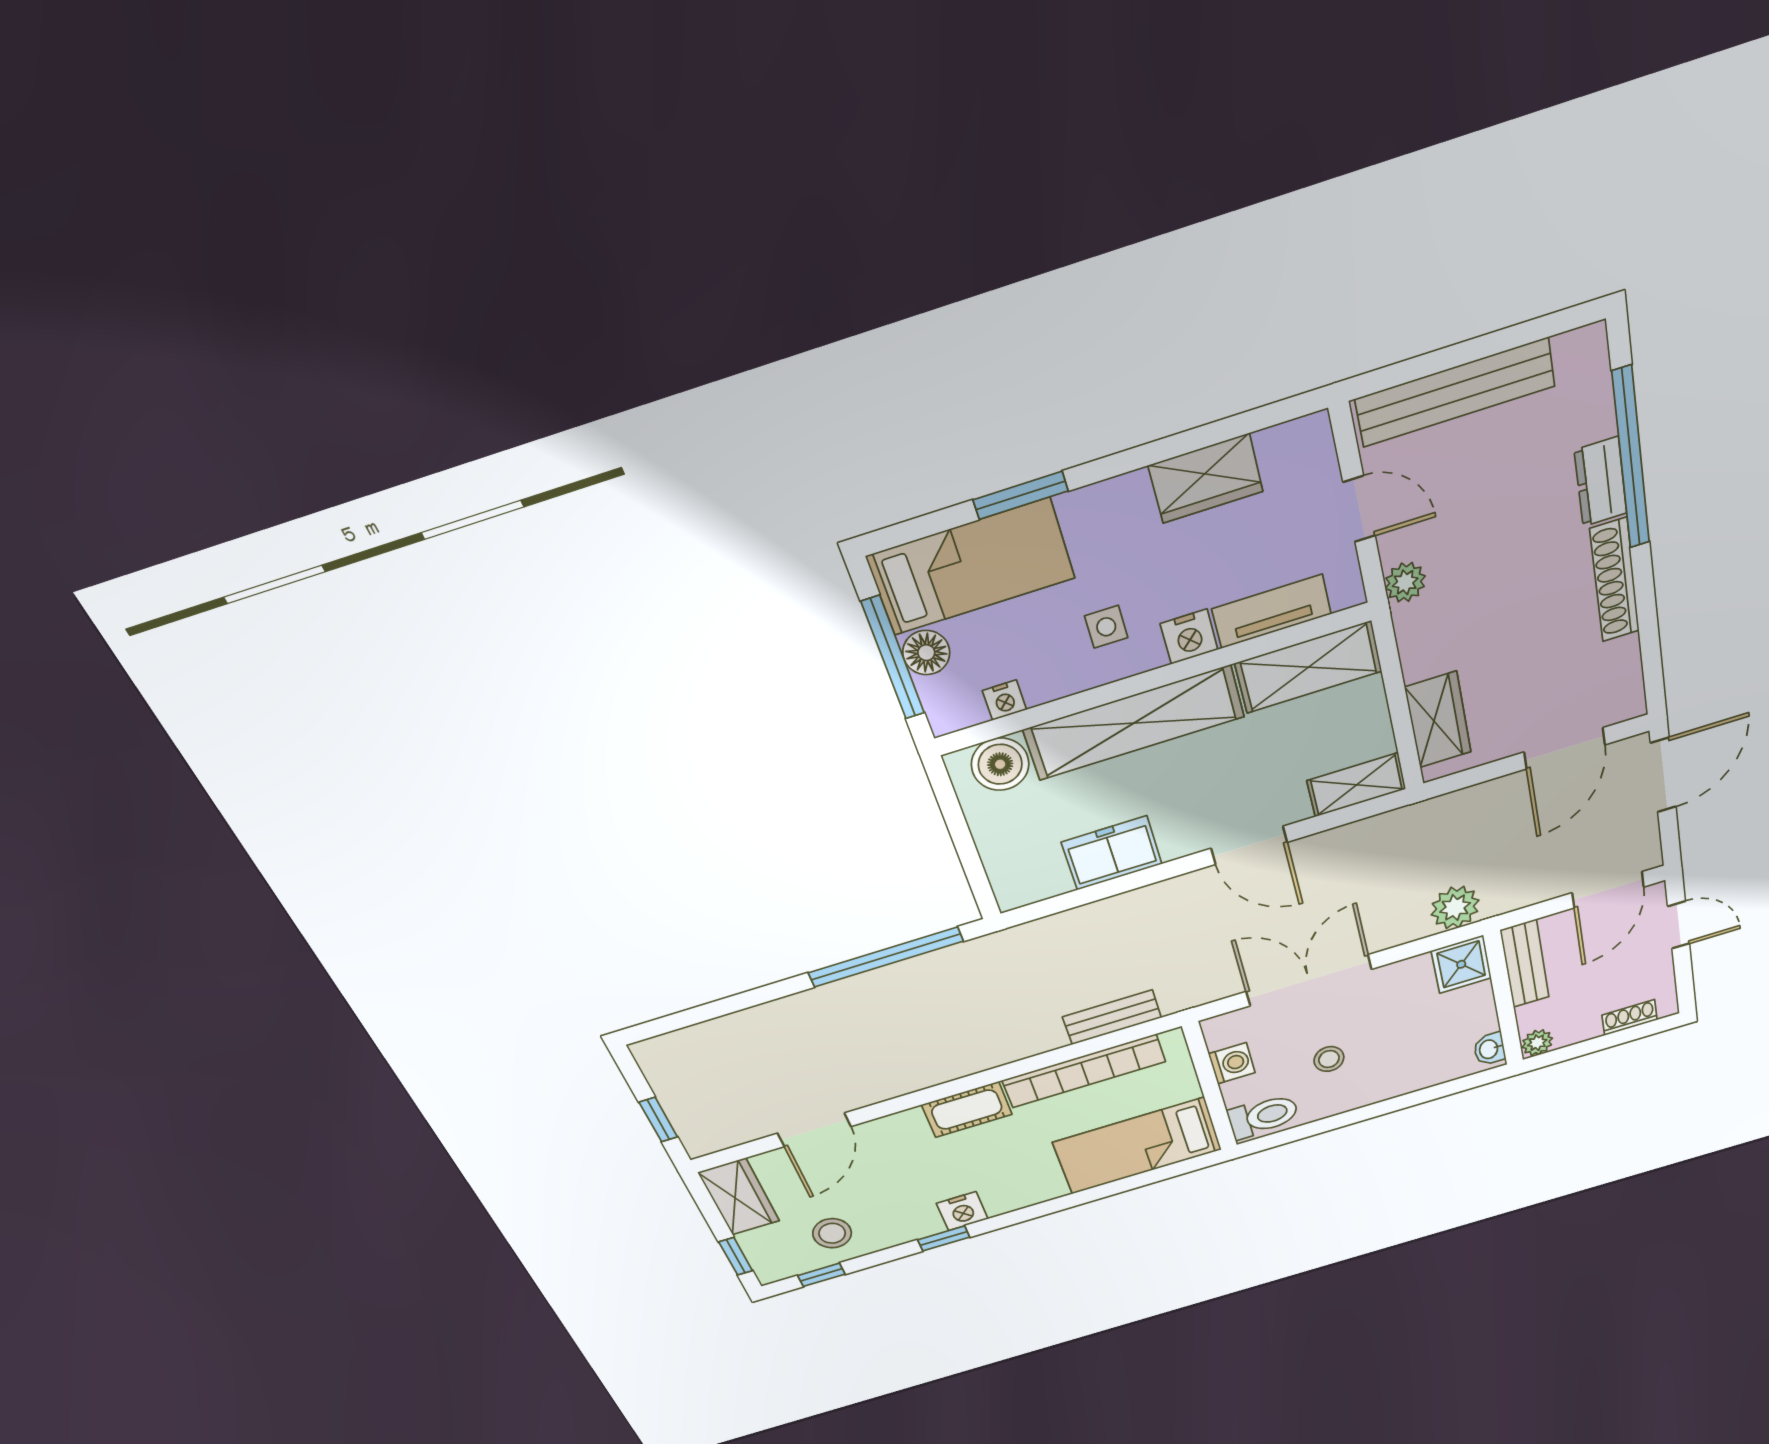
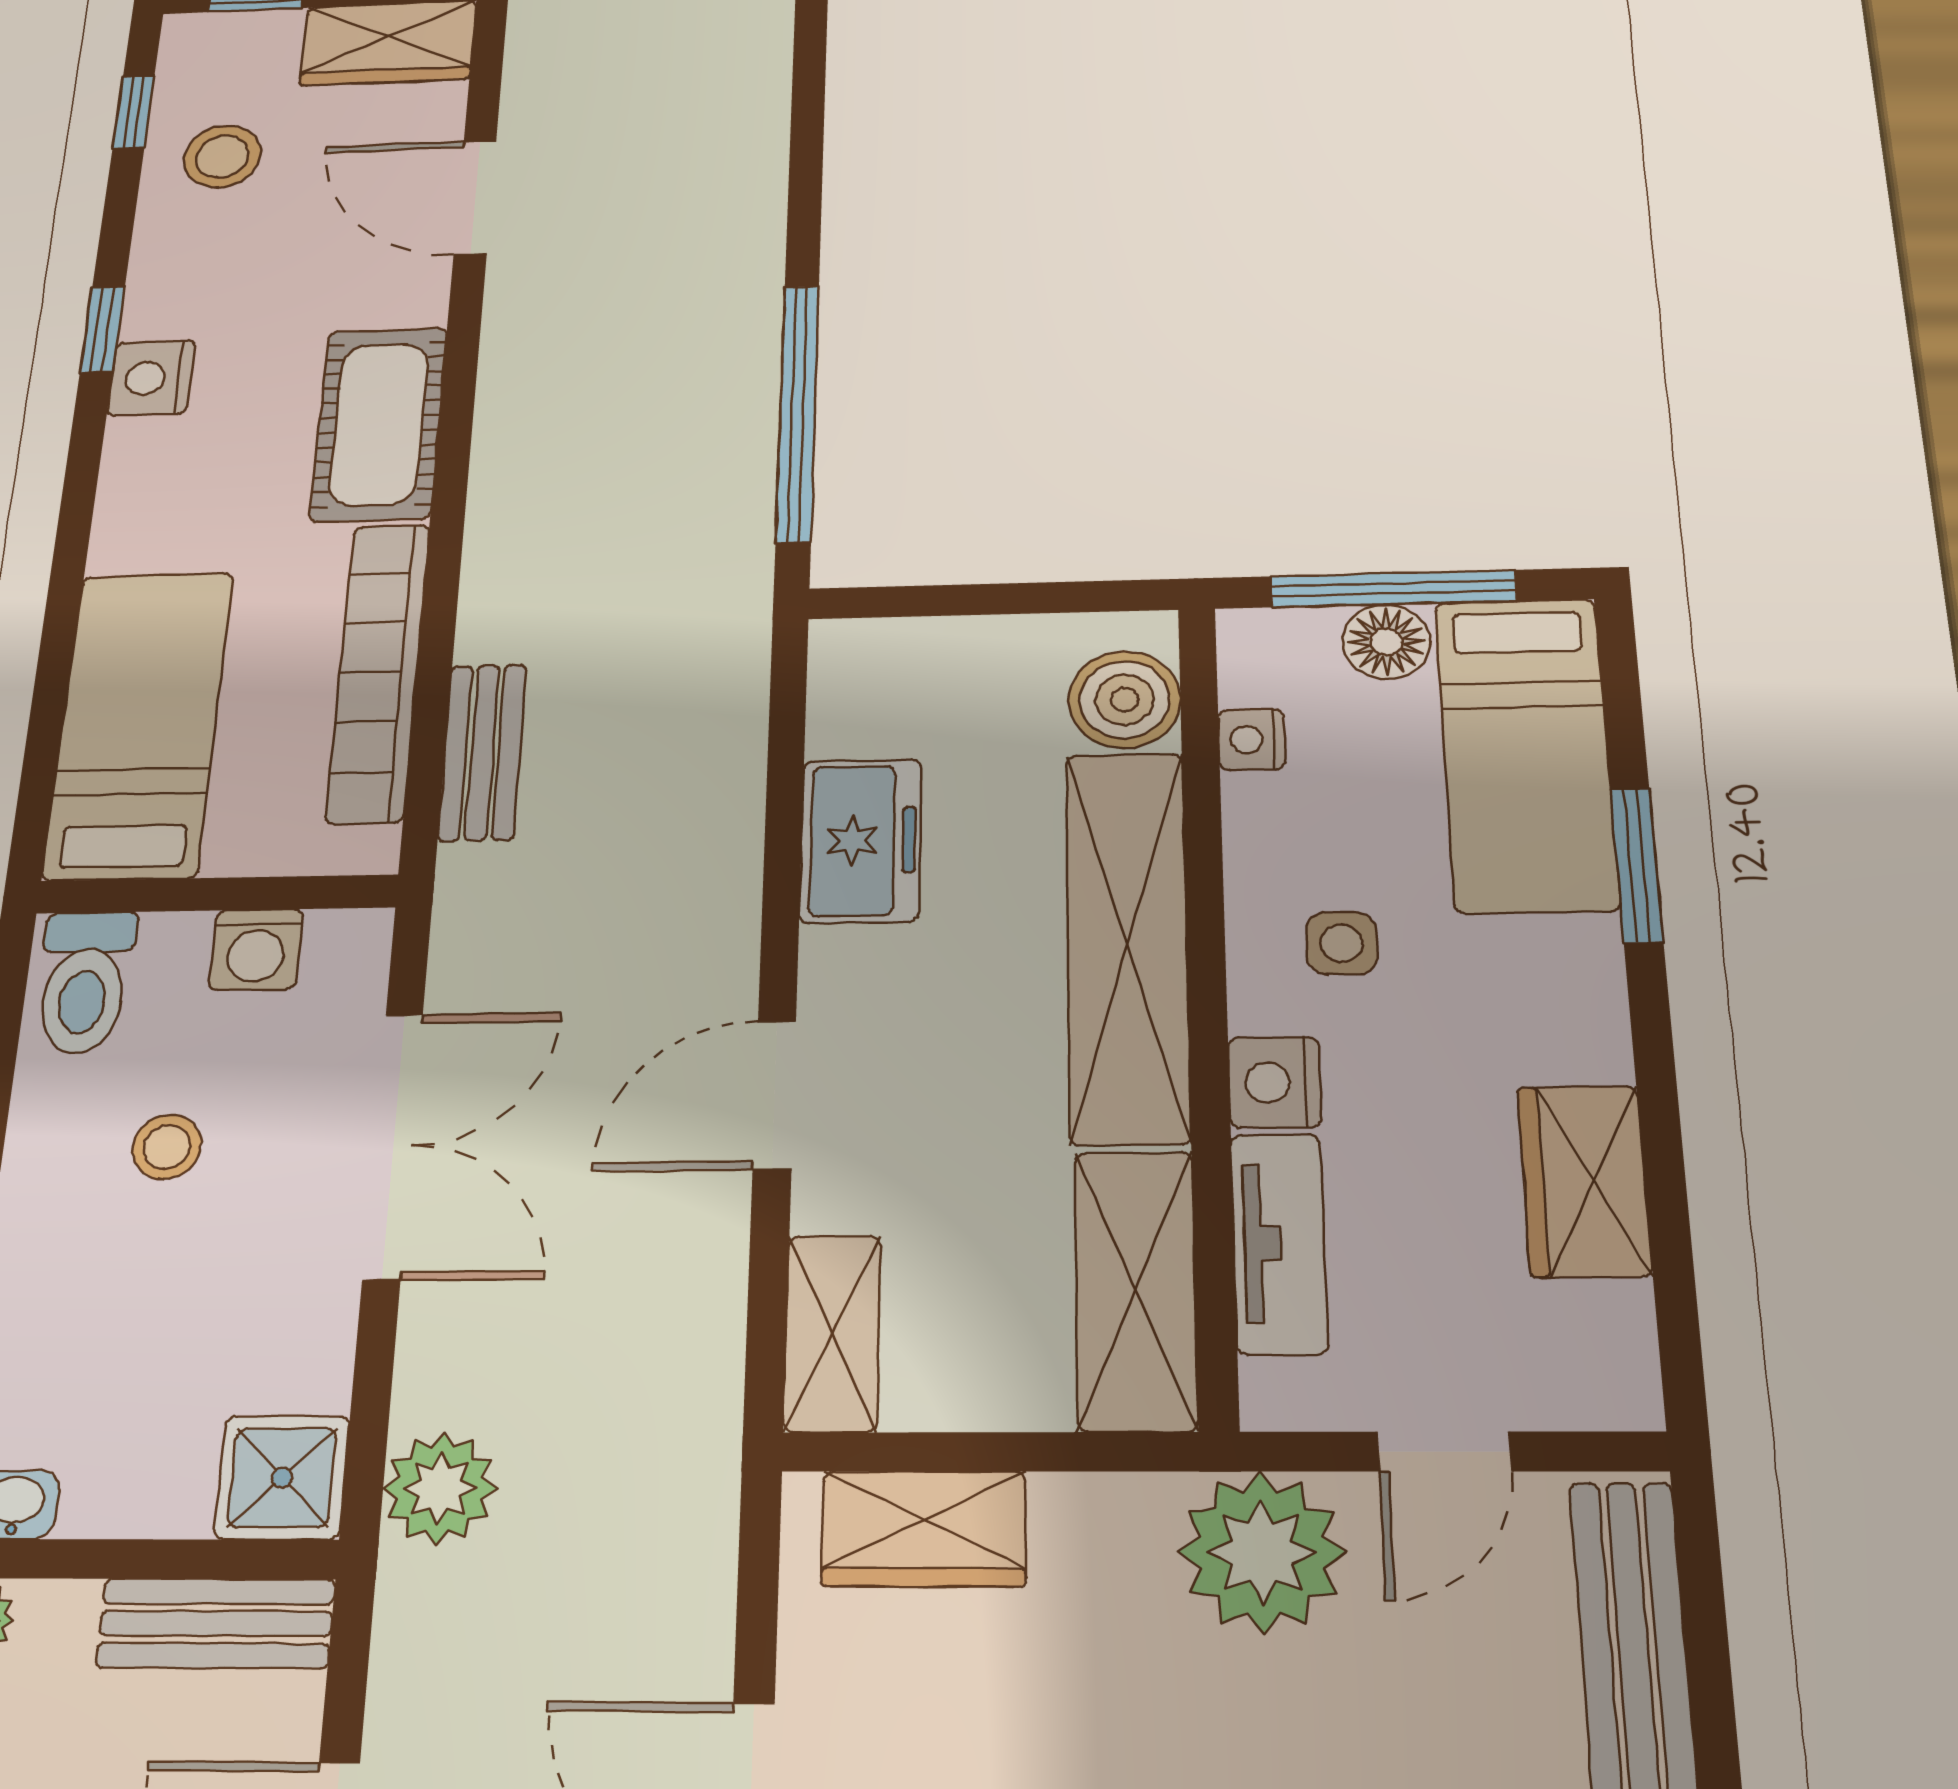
plant: (1405, 582) -> (1262, 1552), width x1.88, depth x1.88
cot: (967, 1110) -> (379, 424), width x1.37, depth x1.34

